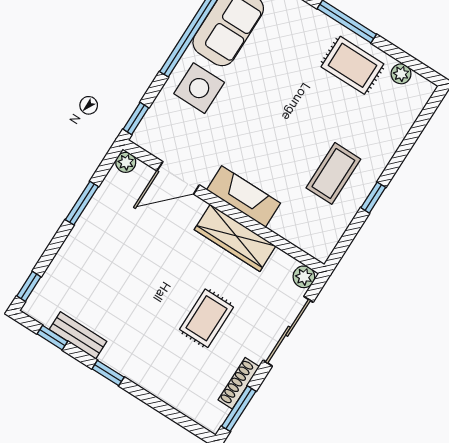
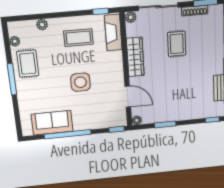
side table: (199, 88) -> (80, 82), moved
plant: (395, 135) -> (42, 25), added
fireplace: (244, 196) -> (113, 33), moved
window: (373, 198) -> (101, 11), moved
rug: (206, 318) -> (177, 44), turned 90

